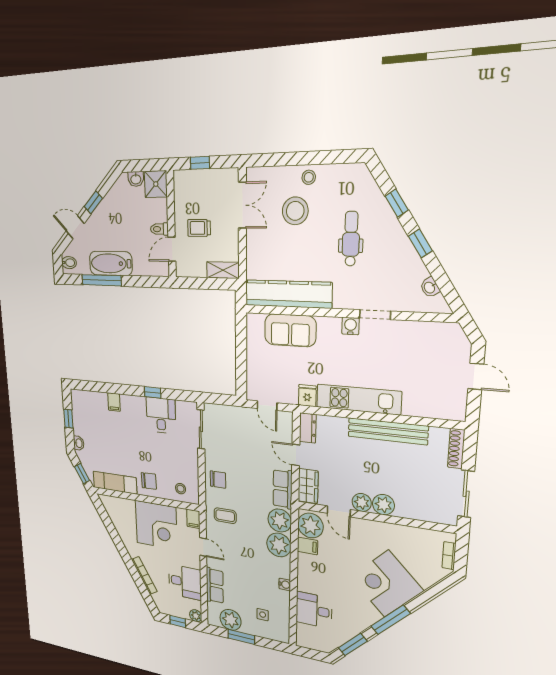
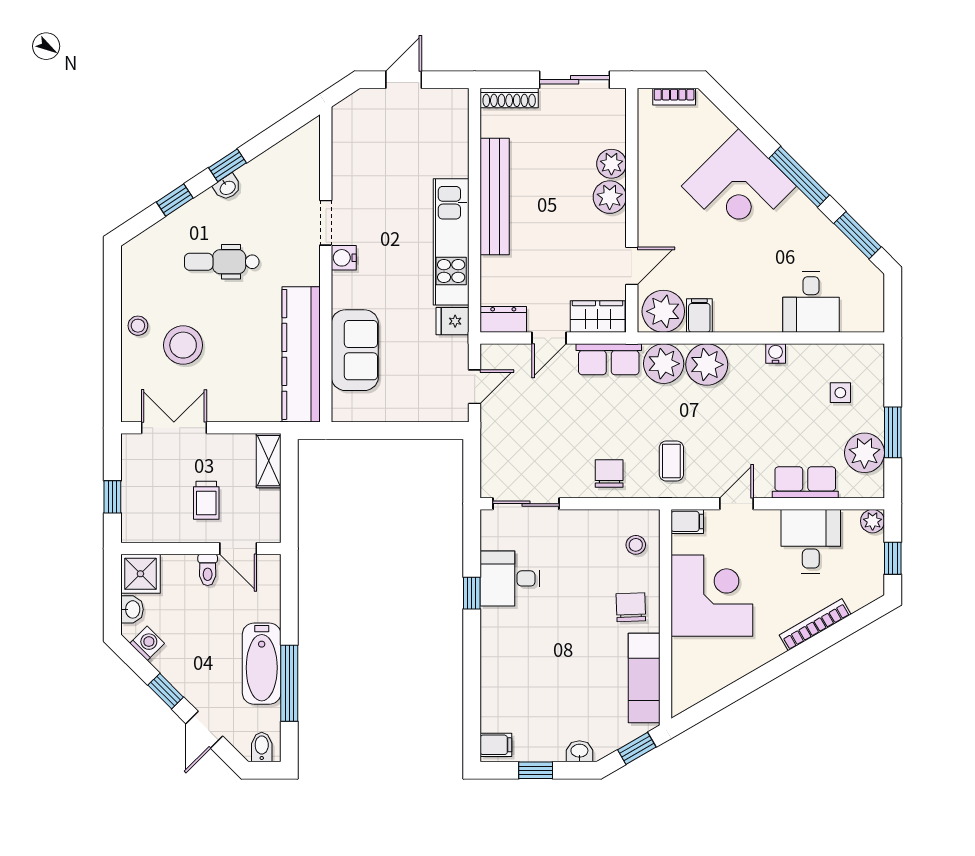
washing machine: (118, 190) -> (147, 643), added
washbasin: (430, 287) -> (227, 187), moved
filing cabinet: (114, 402) -> (496, 745), moved
plant: (362, 502) -> (611, 164), moved

